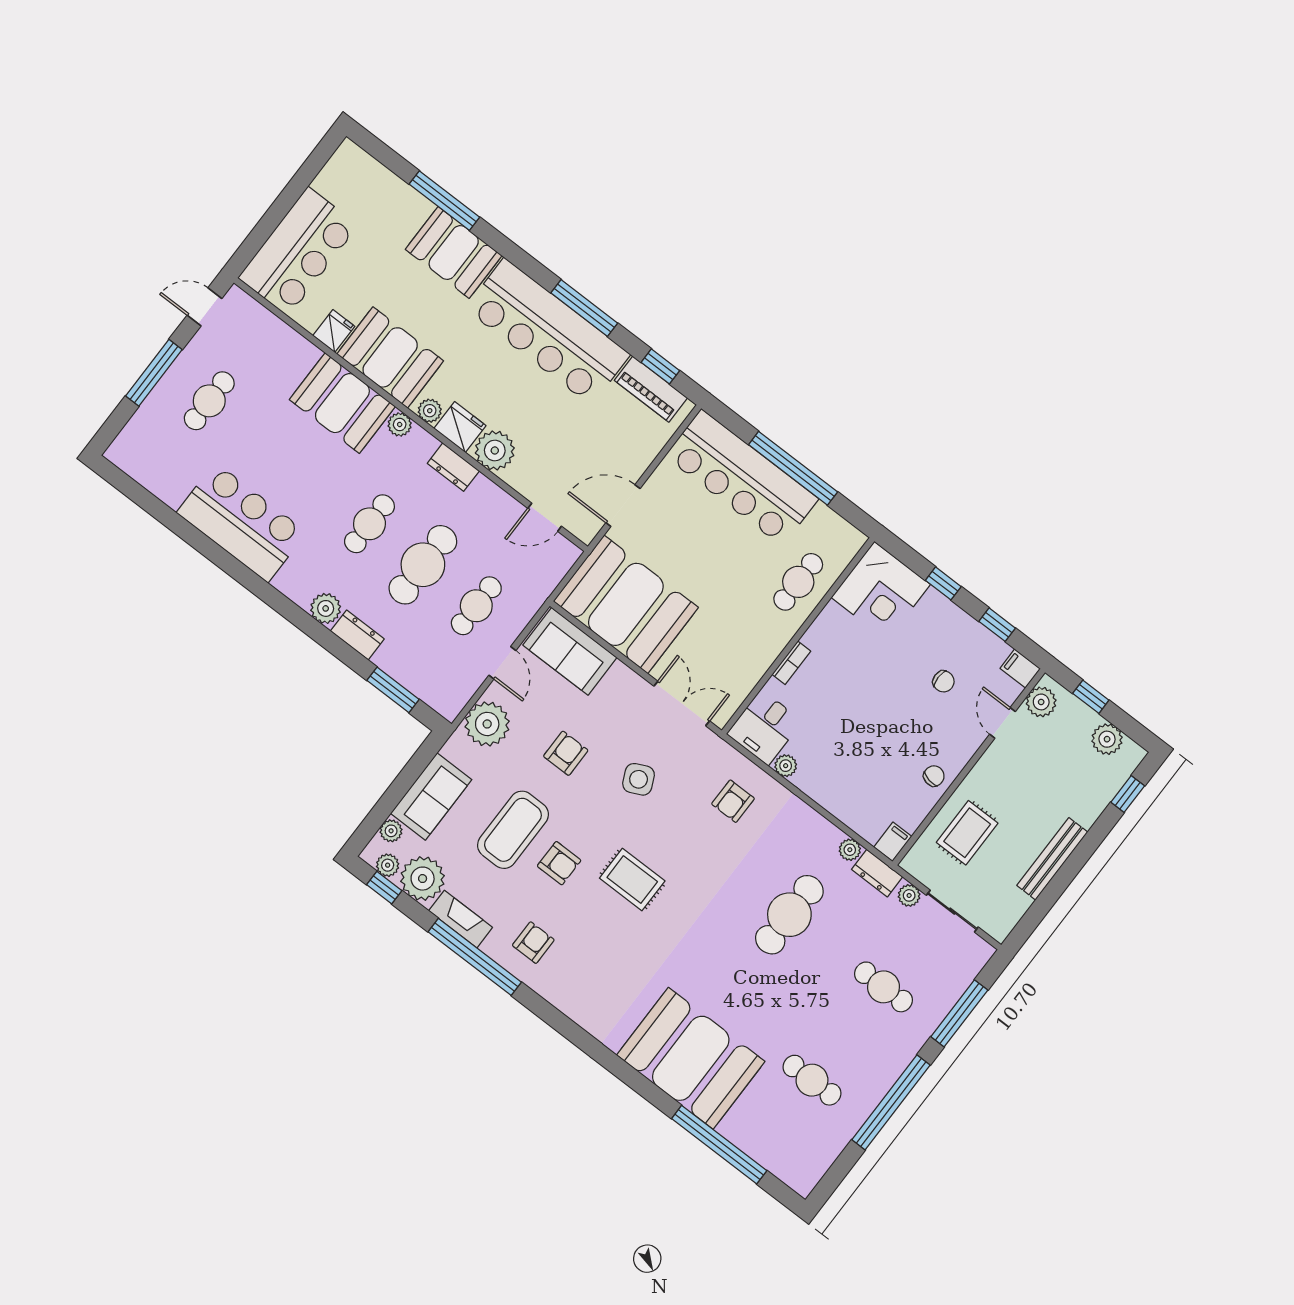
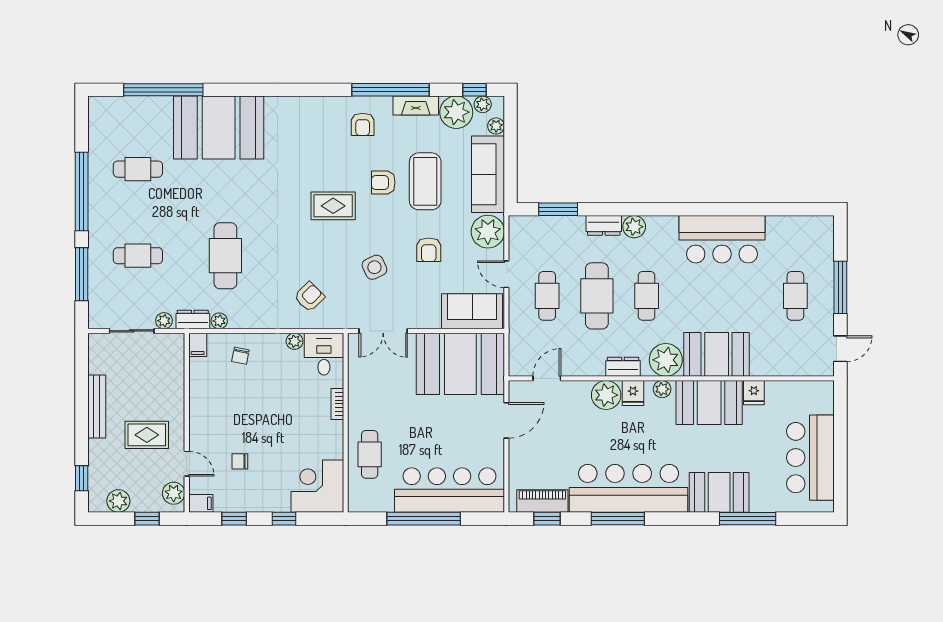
bar counter: (298, 252) -> (810, 458), moved
plant: (400, 424) -> (666, 360), width x1.88, depth x1.88
fridge: (460, 427) -> (633, 393), width x0.72
chair: (934, 776) -> (240, 356), moved
sofa: (431, 796) -> (488, 174), width x1.36
armchair: (733, 801) -> (309, 297), turned 45
rug: (967, 833) -> (147, 435), moved, turned 90

